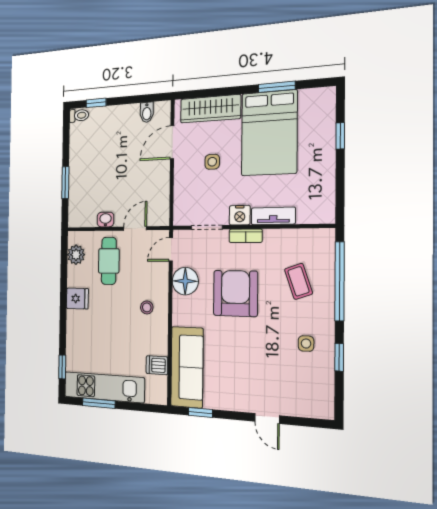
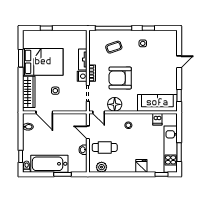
bathtub: (83, 157) -> (49, 164), added
fridge: (77, 299) -> (141, 166), moved

